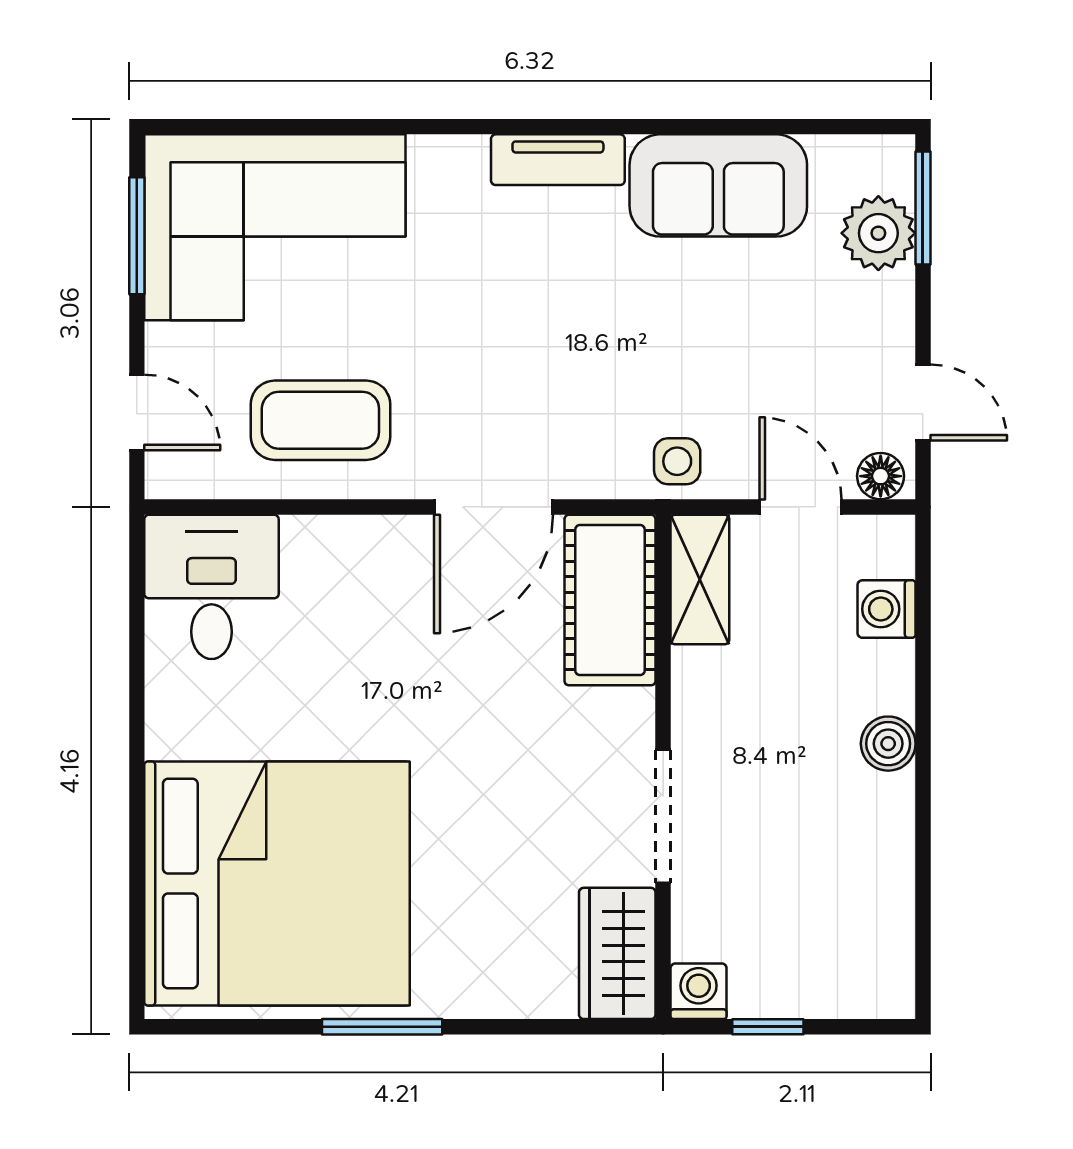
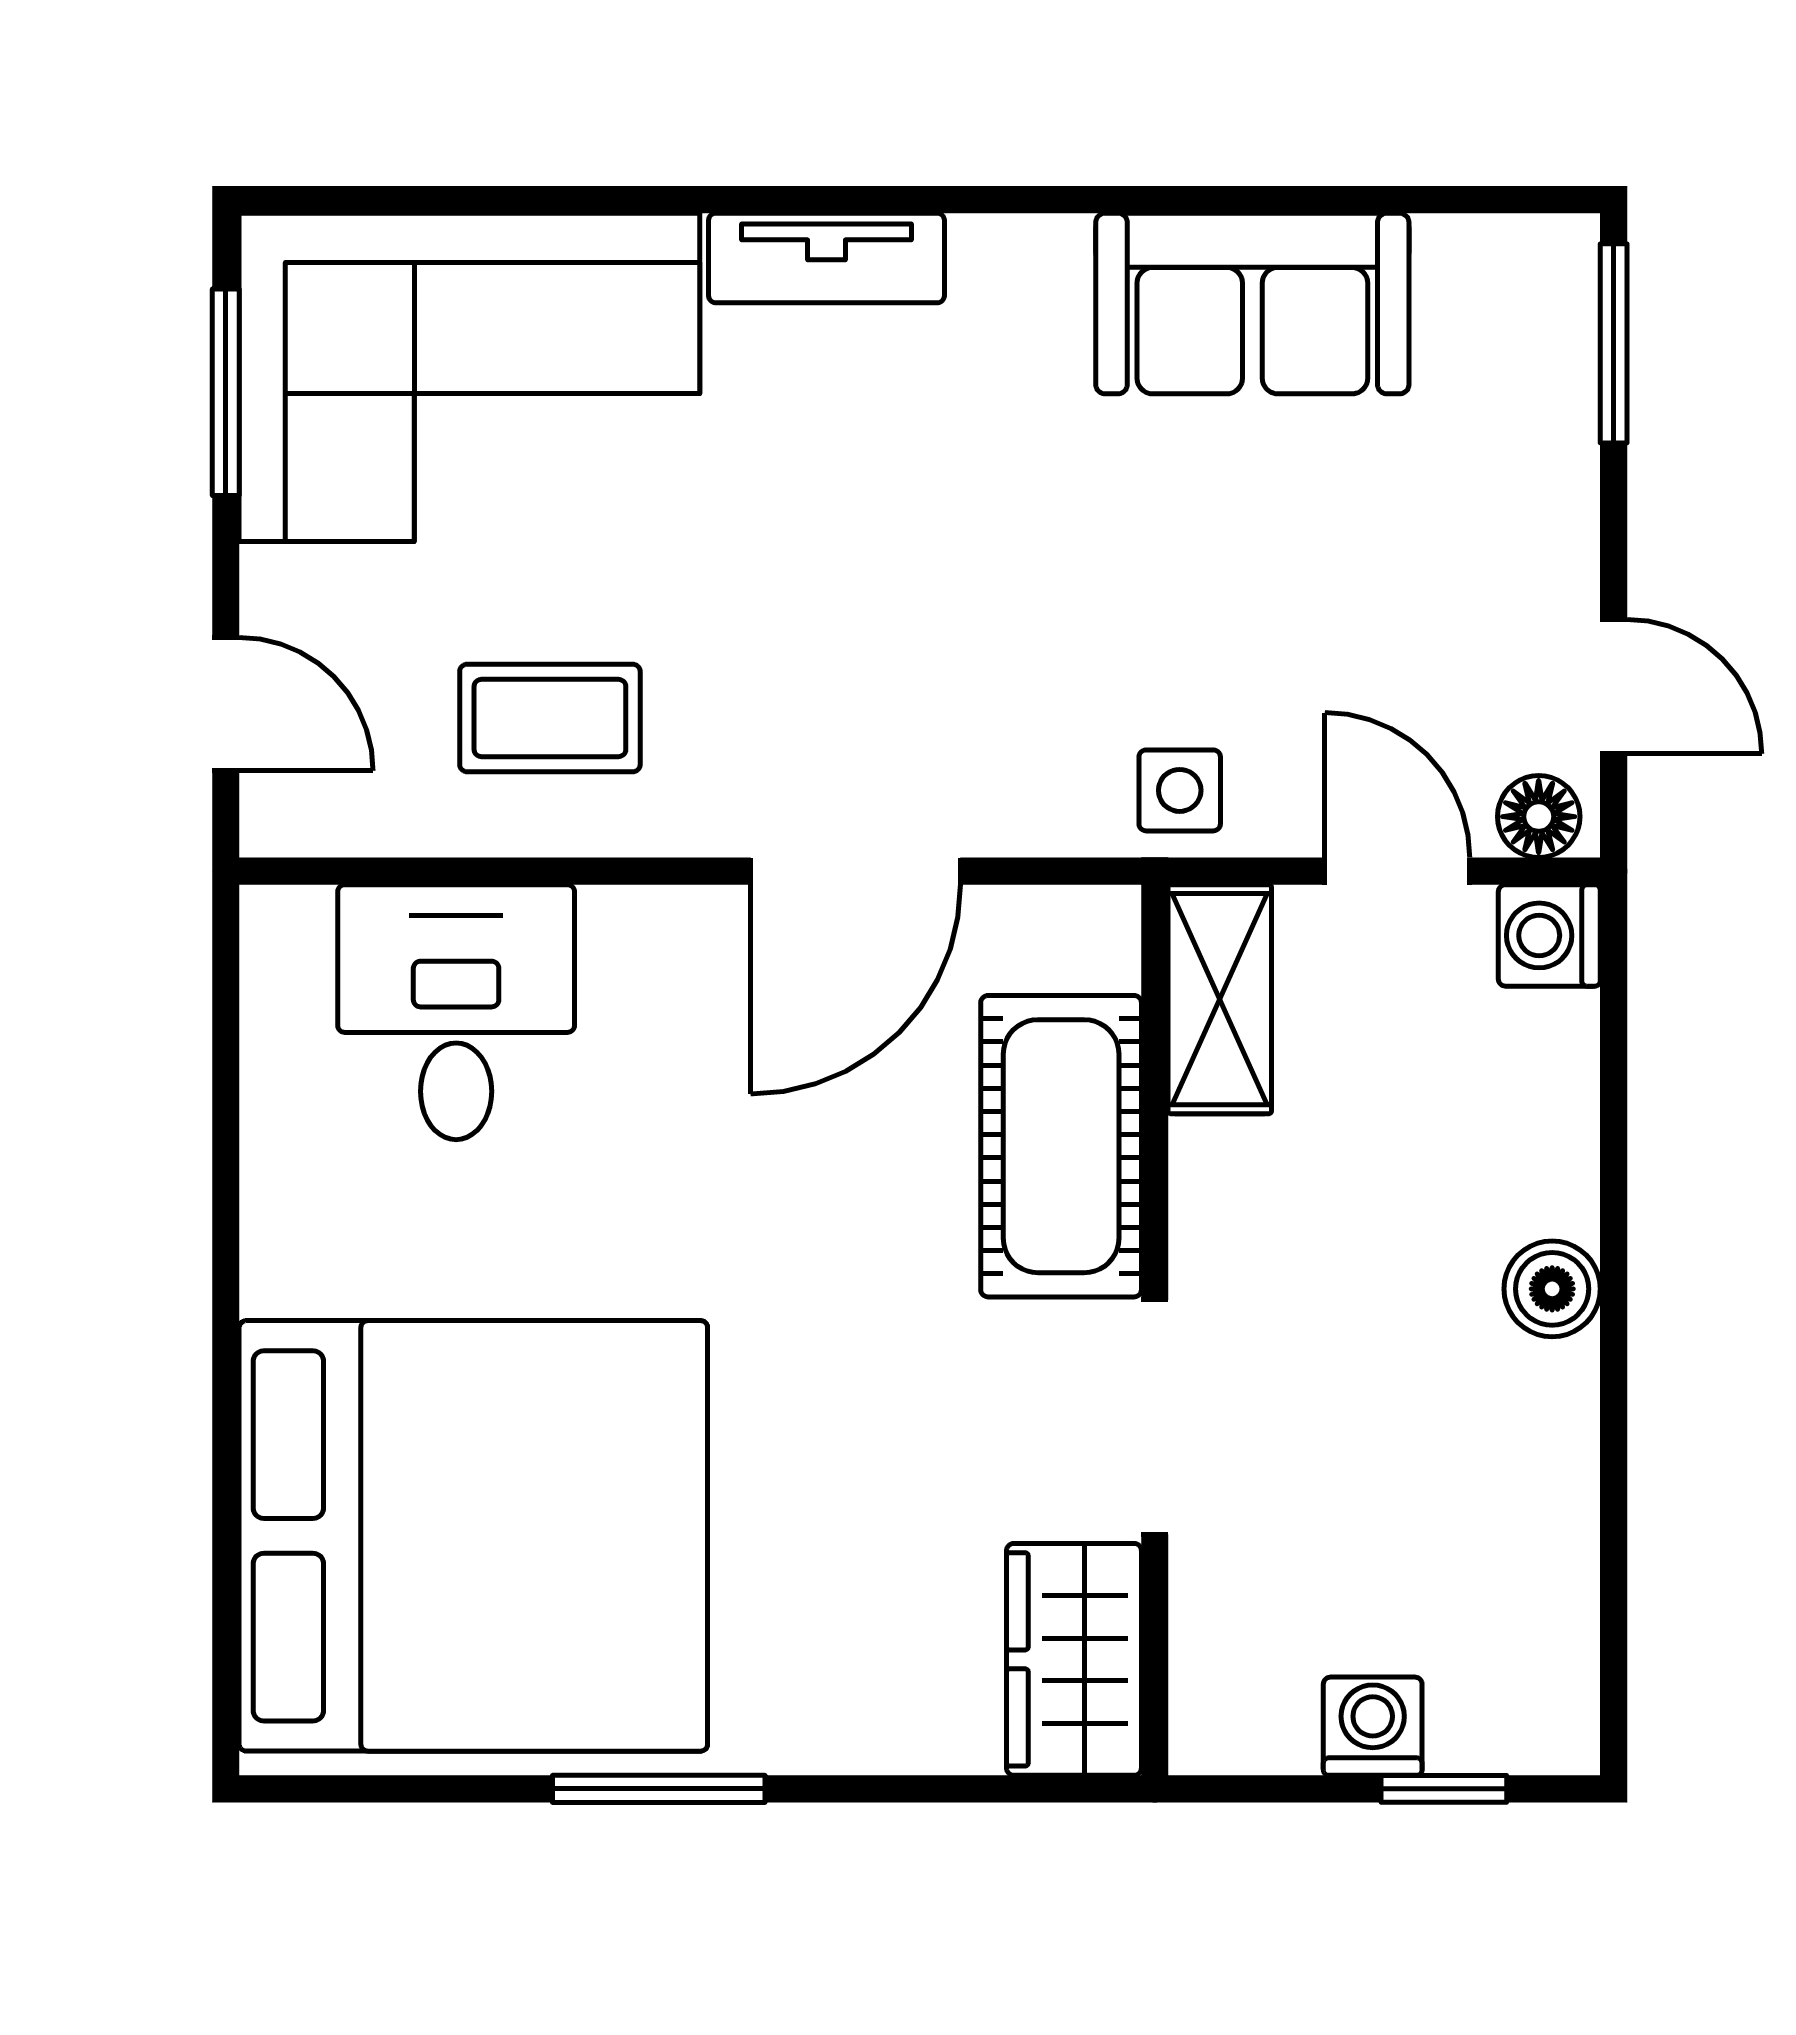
tv unit: (558, 160) -> (826, 258), moved
plant: (878, 233) -> (1535, 388), removed
coffee table: (320, 420) -> (550, 718), width x0.73, depth x0.77
desk: (211, 587) -> (456, 1012), moved
cot: (610, 600) -> (1061, 1146), moved
washing machine: (887, 609) -> (1549, 935), moved
washing machine: (699, 991) -> (1373, 1726), moved
window: (768, 1027) -> (1444, 1789), moved

